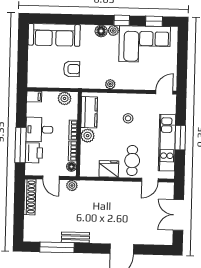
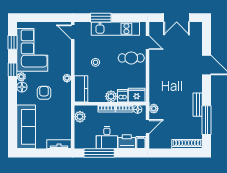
armchair: (72, 69) -> (44, 93), moved
tv unit: (33, 73) -> (59, 144), added
filing cabinet: (34, 97) -> (141, 143), moved
kitchen counter: (89, 112) -> (81, 89), moved, turned 90
window: (180, 138) -> (101, 18), moved
window: (21, 145) -> (99, 153), moved
dishwasher: (88, 149) -> (123, 96), added
fridge: (109, 169) -> (137, 95), moved, turned 90
shoe rack: (30, 197) -> (187, 144), moved

